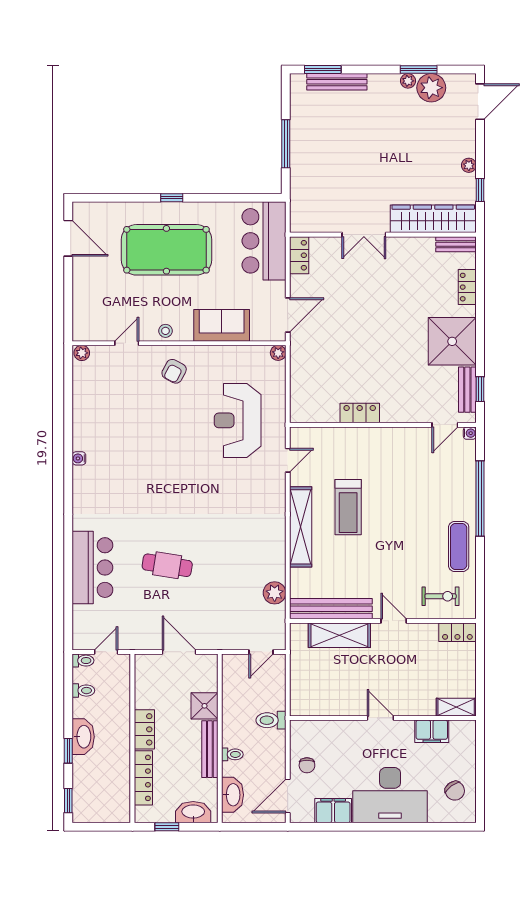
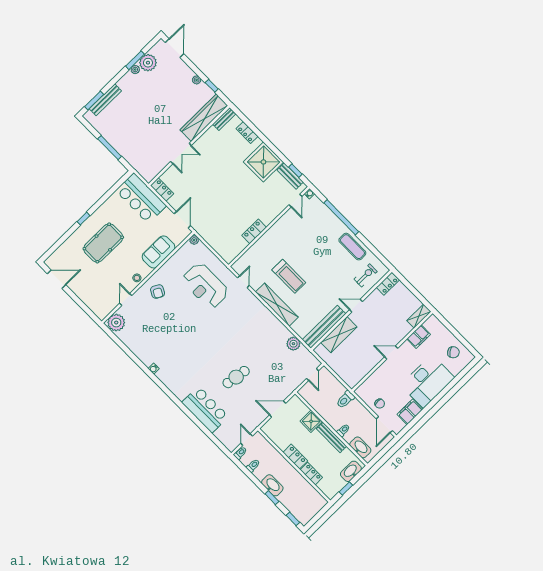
pool table: (166, 250) -> (103, 243), width x0.73, depth x0.76
plant: (82, 353) -> (116, 323), width x1.88, depth x1.88
locker: (143, 778) -> (311, 474), width x0.66

